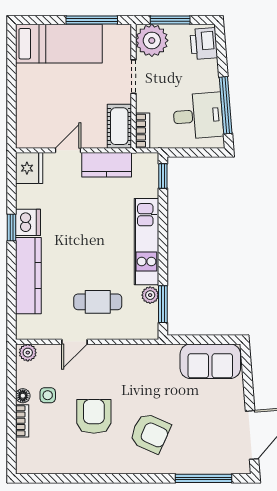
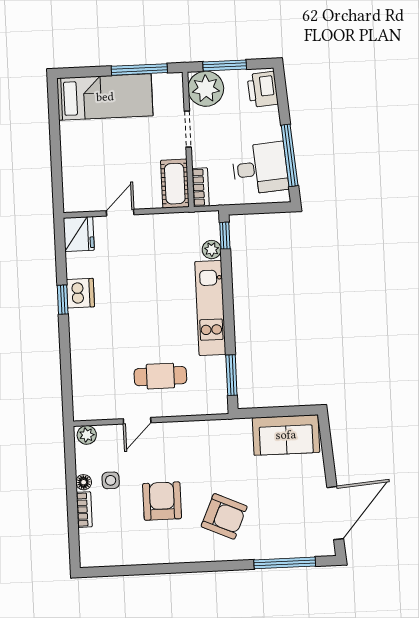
kitchen counter: (107, 165) -> (163, 226), removed
kitchen counter: (28, 276) -> (84, 351), removed
plant: (150, 295) -> (212, 250), moved

